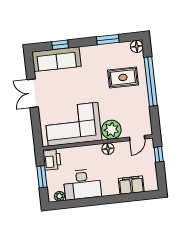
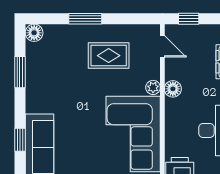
rug: (123, 77) -> (109, 56), moved, turned 90
window: (151, 81) -> (85, 19), width x0.47
plant: (111, 130) -> (153, 87), width x0.53, depth x0.53

